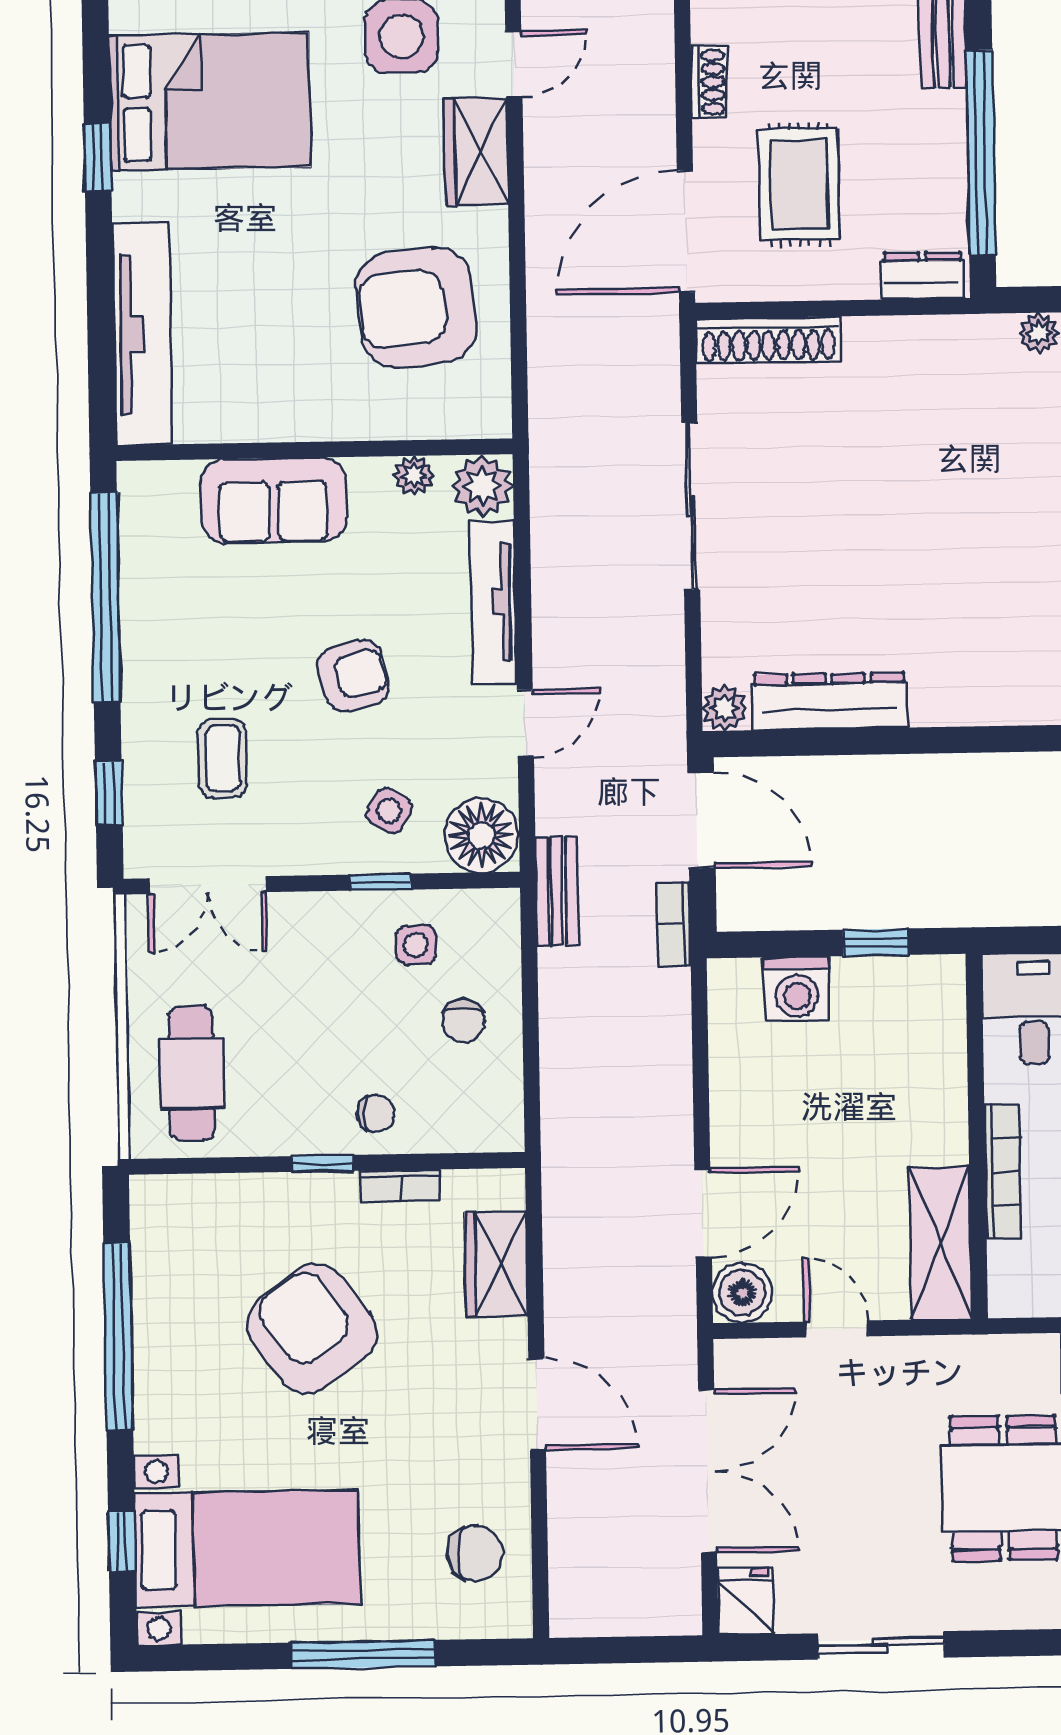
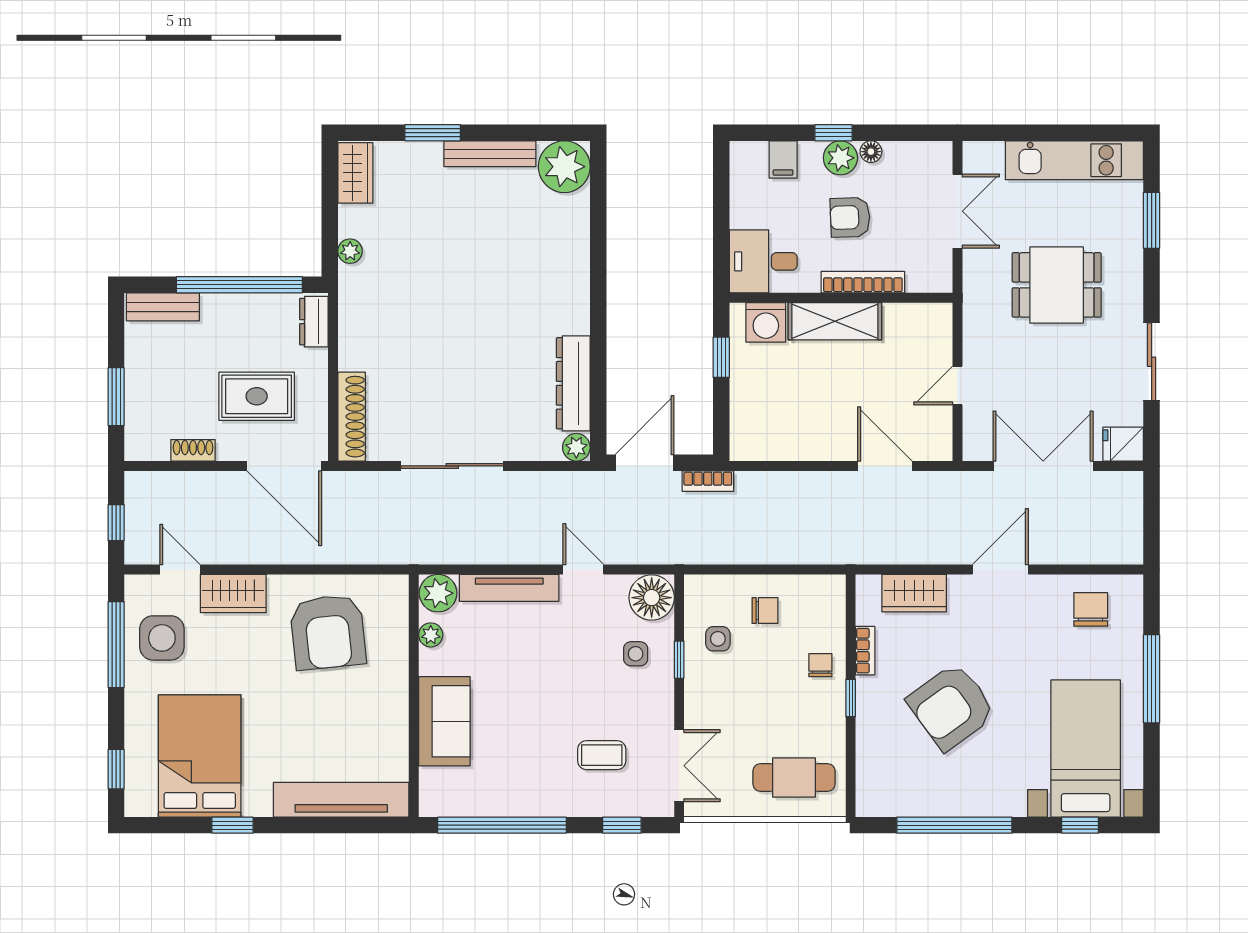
armchair: (353, 675) -> (552, 674), removed
side table: (389, 811) -> (636, 654), turned -31
bench: (557, 891) -> (687, 552), removed
washing machine: (797, 989) -> (766, 322), moved, turned 90
shelving: (940, 1243) -> (835, 321), moved
boiler: (742, 1293) -> (934, 443), removed

